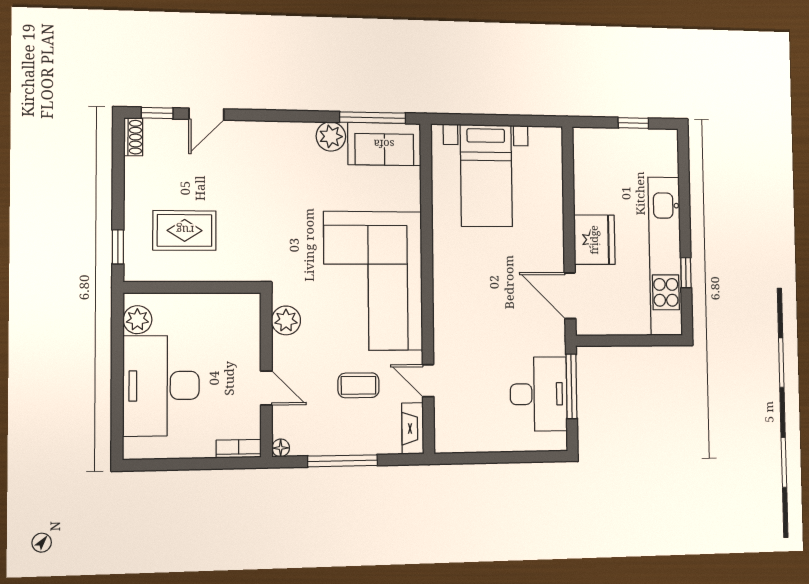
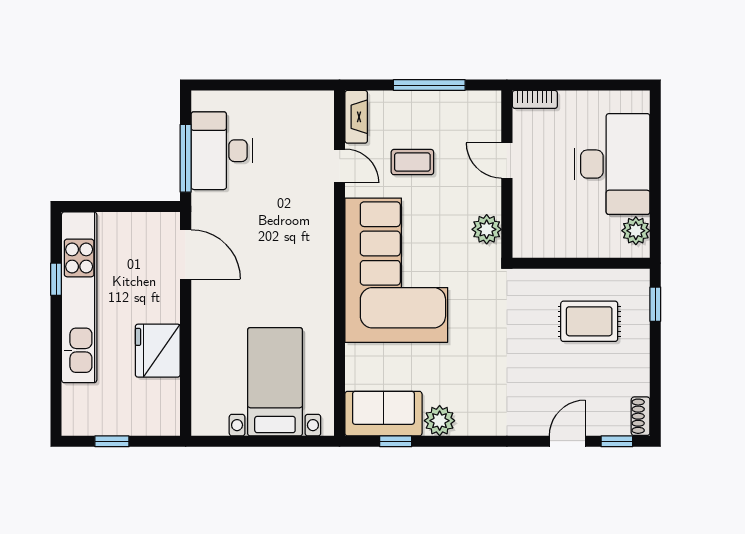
window: (373, 118) -> (396, 441), width x0.46
fridge: (594, 240) -> (158, 351), moved
floor lamp: (281, 448) -> (493, 99), removed

